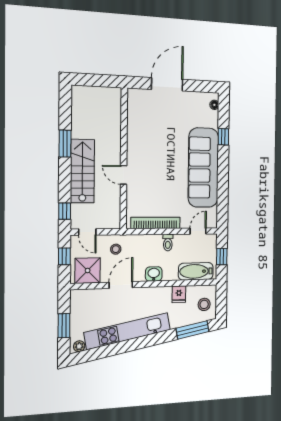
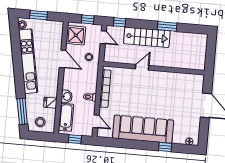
door: (87, 232) -> (103, 37), swing flipped
washbasin: (154, 274) -> (67, 96), moved

